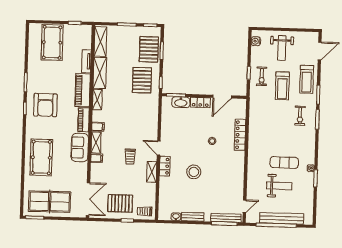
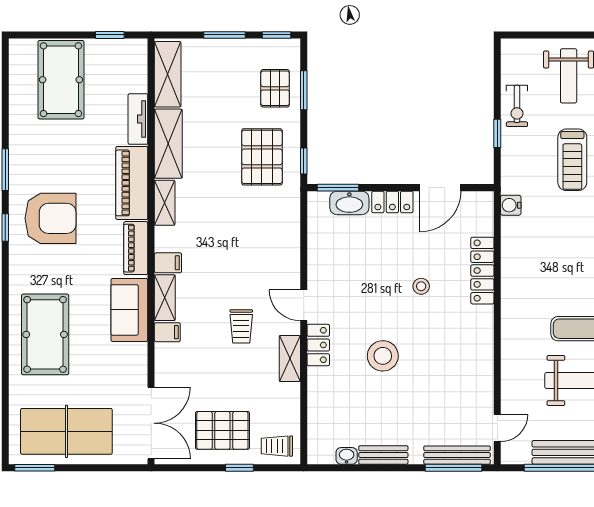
water cooler: (256, 41) -> (511, 205), moved
pallet: (149, 49) -> (275, 88), width x0.67, depth x0.71
exercise bike: (262, 76) -> (517, 106), moved
armchair: (45, 105) -> (50, 218), turned -90

